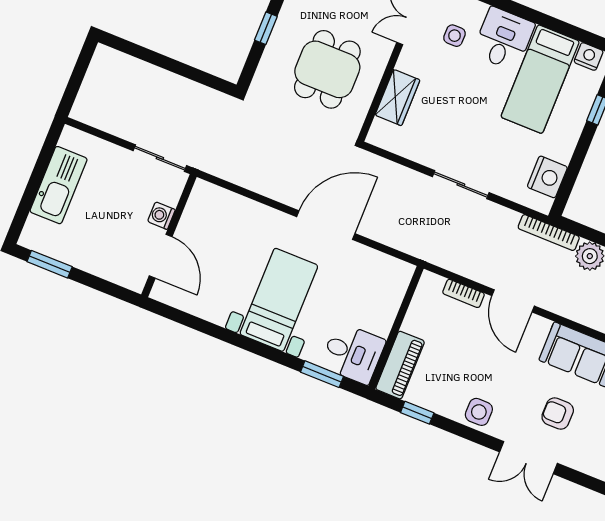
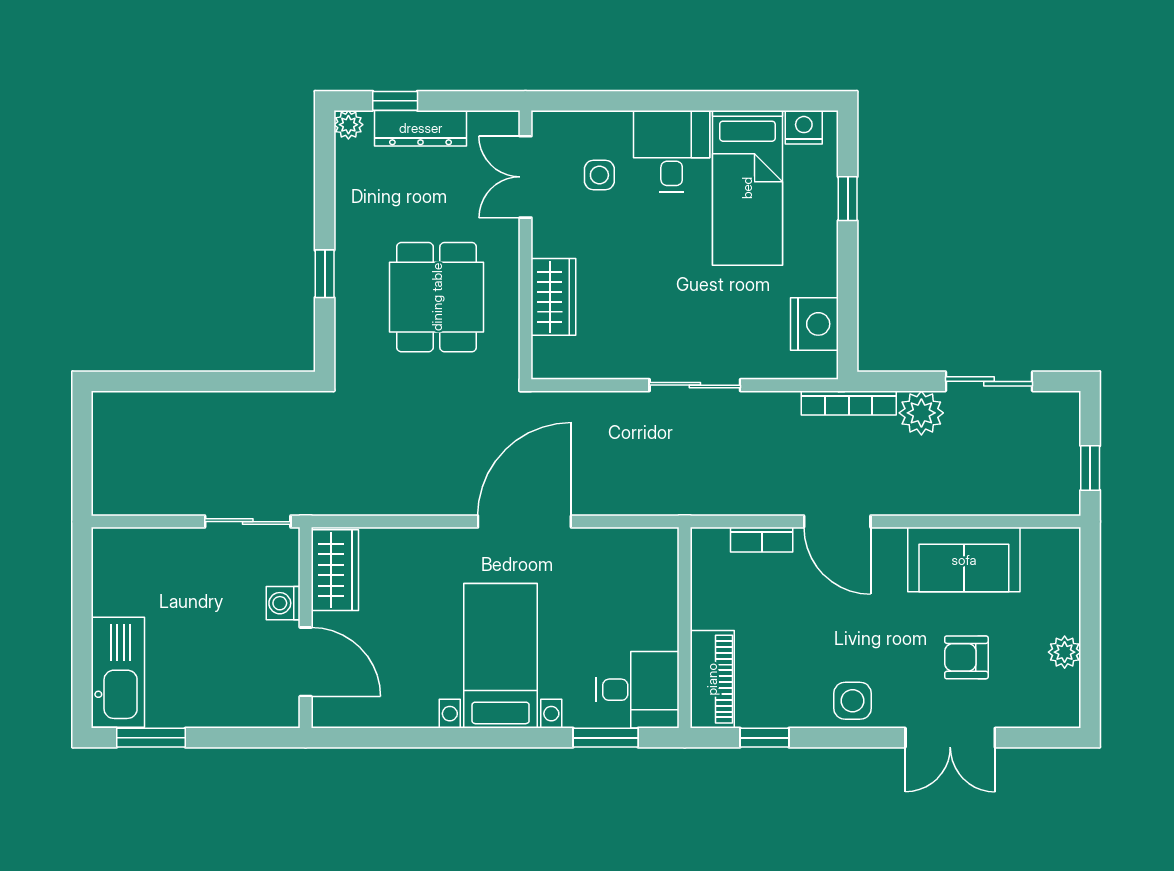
kitchen sink: (59, 185) -> (118, 672), moved
wardrobe: (200, 208) -> (335, 570), added

